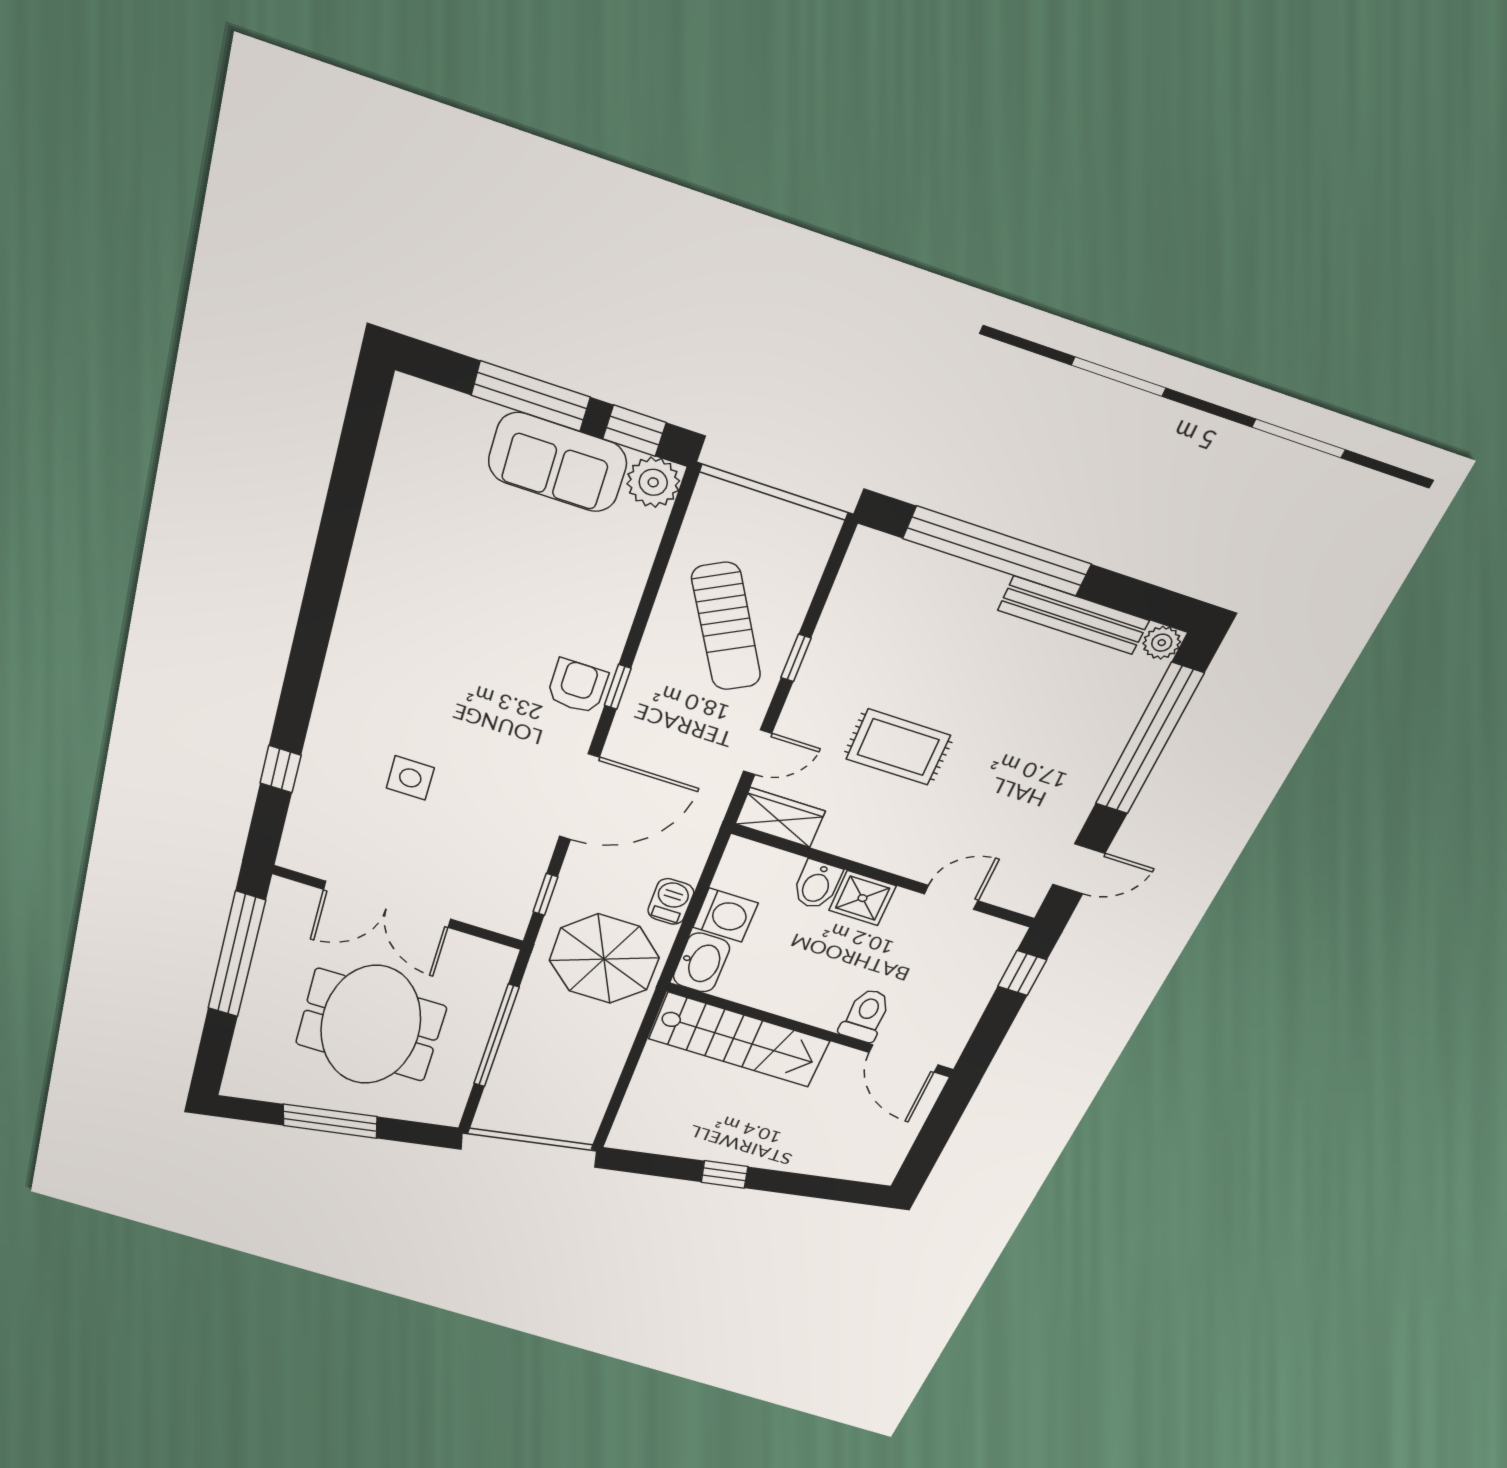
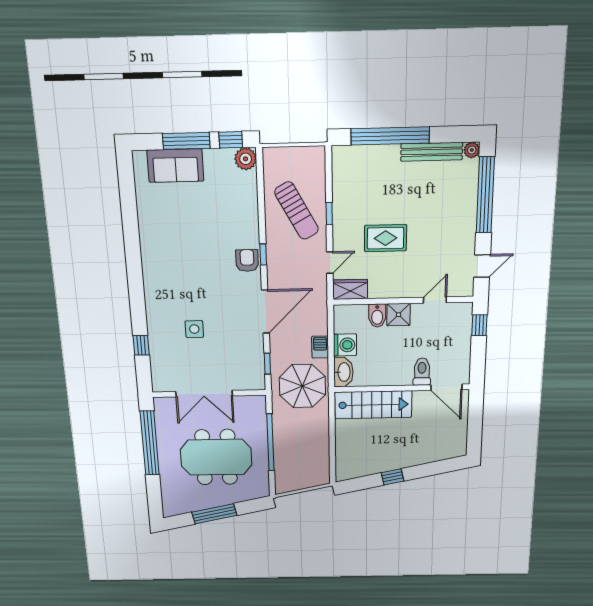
sofa: (557, 462) -> (175, 166), moved
meeting table: (371, 1025) -> (216, 457), turned 90

